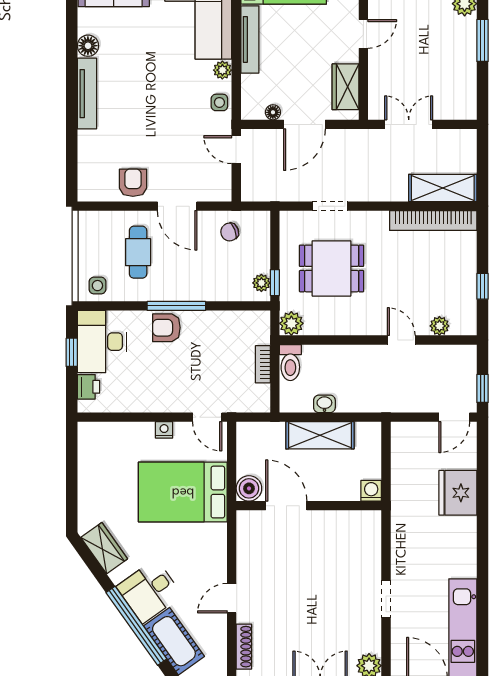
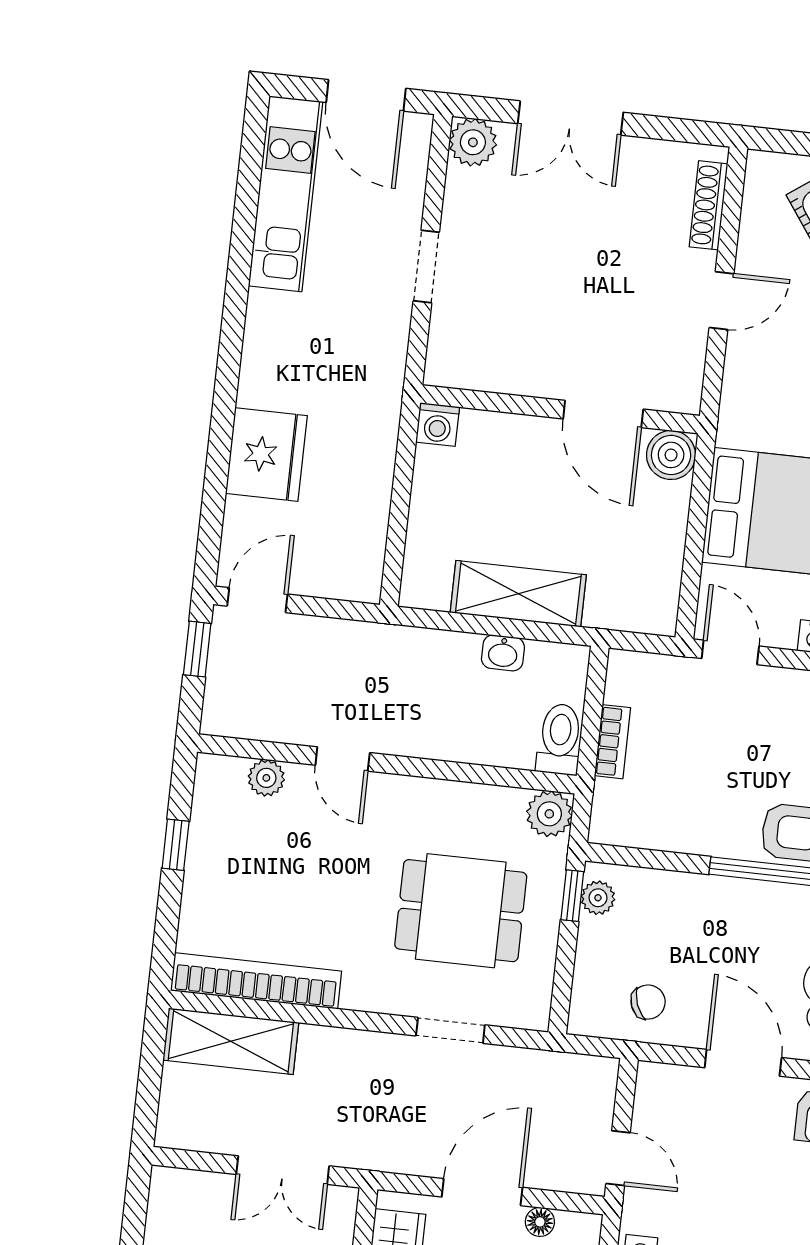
boiler: (249, 488) -> (671, 455), moved
washing machine: (371, 491) -> (438, 425), moved
door: (286, 506) -> (603, 414), moved
wall: (309, 506) -> (560, 409), moved

